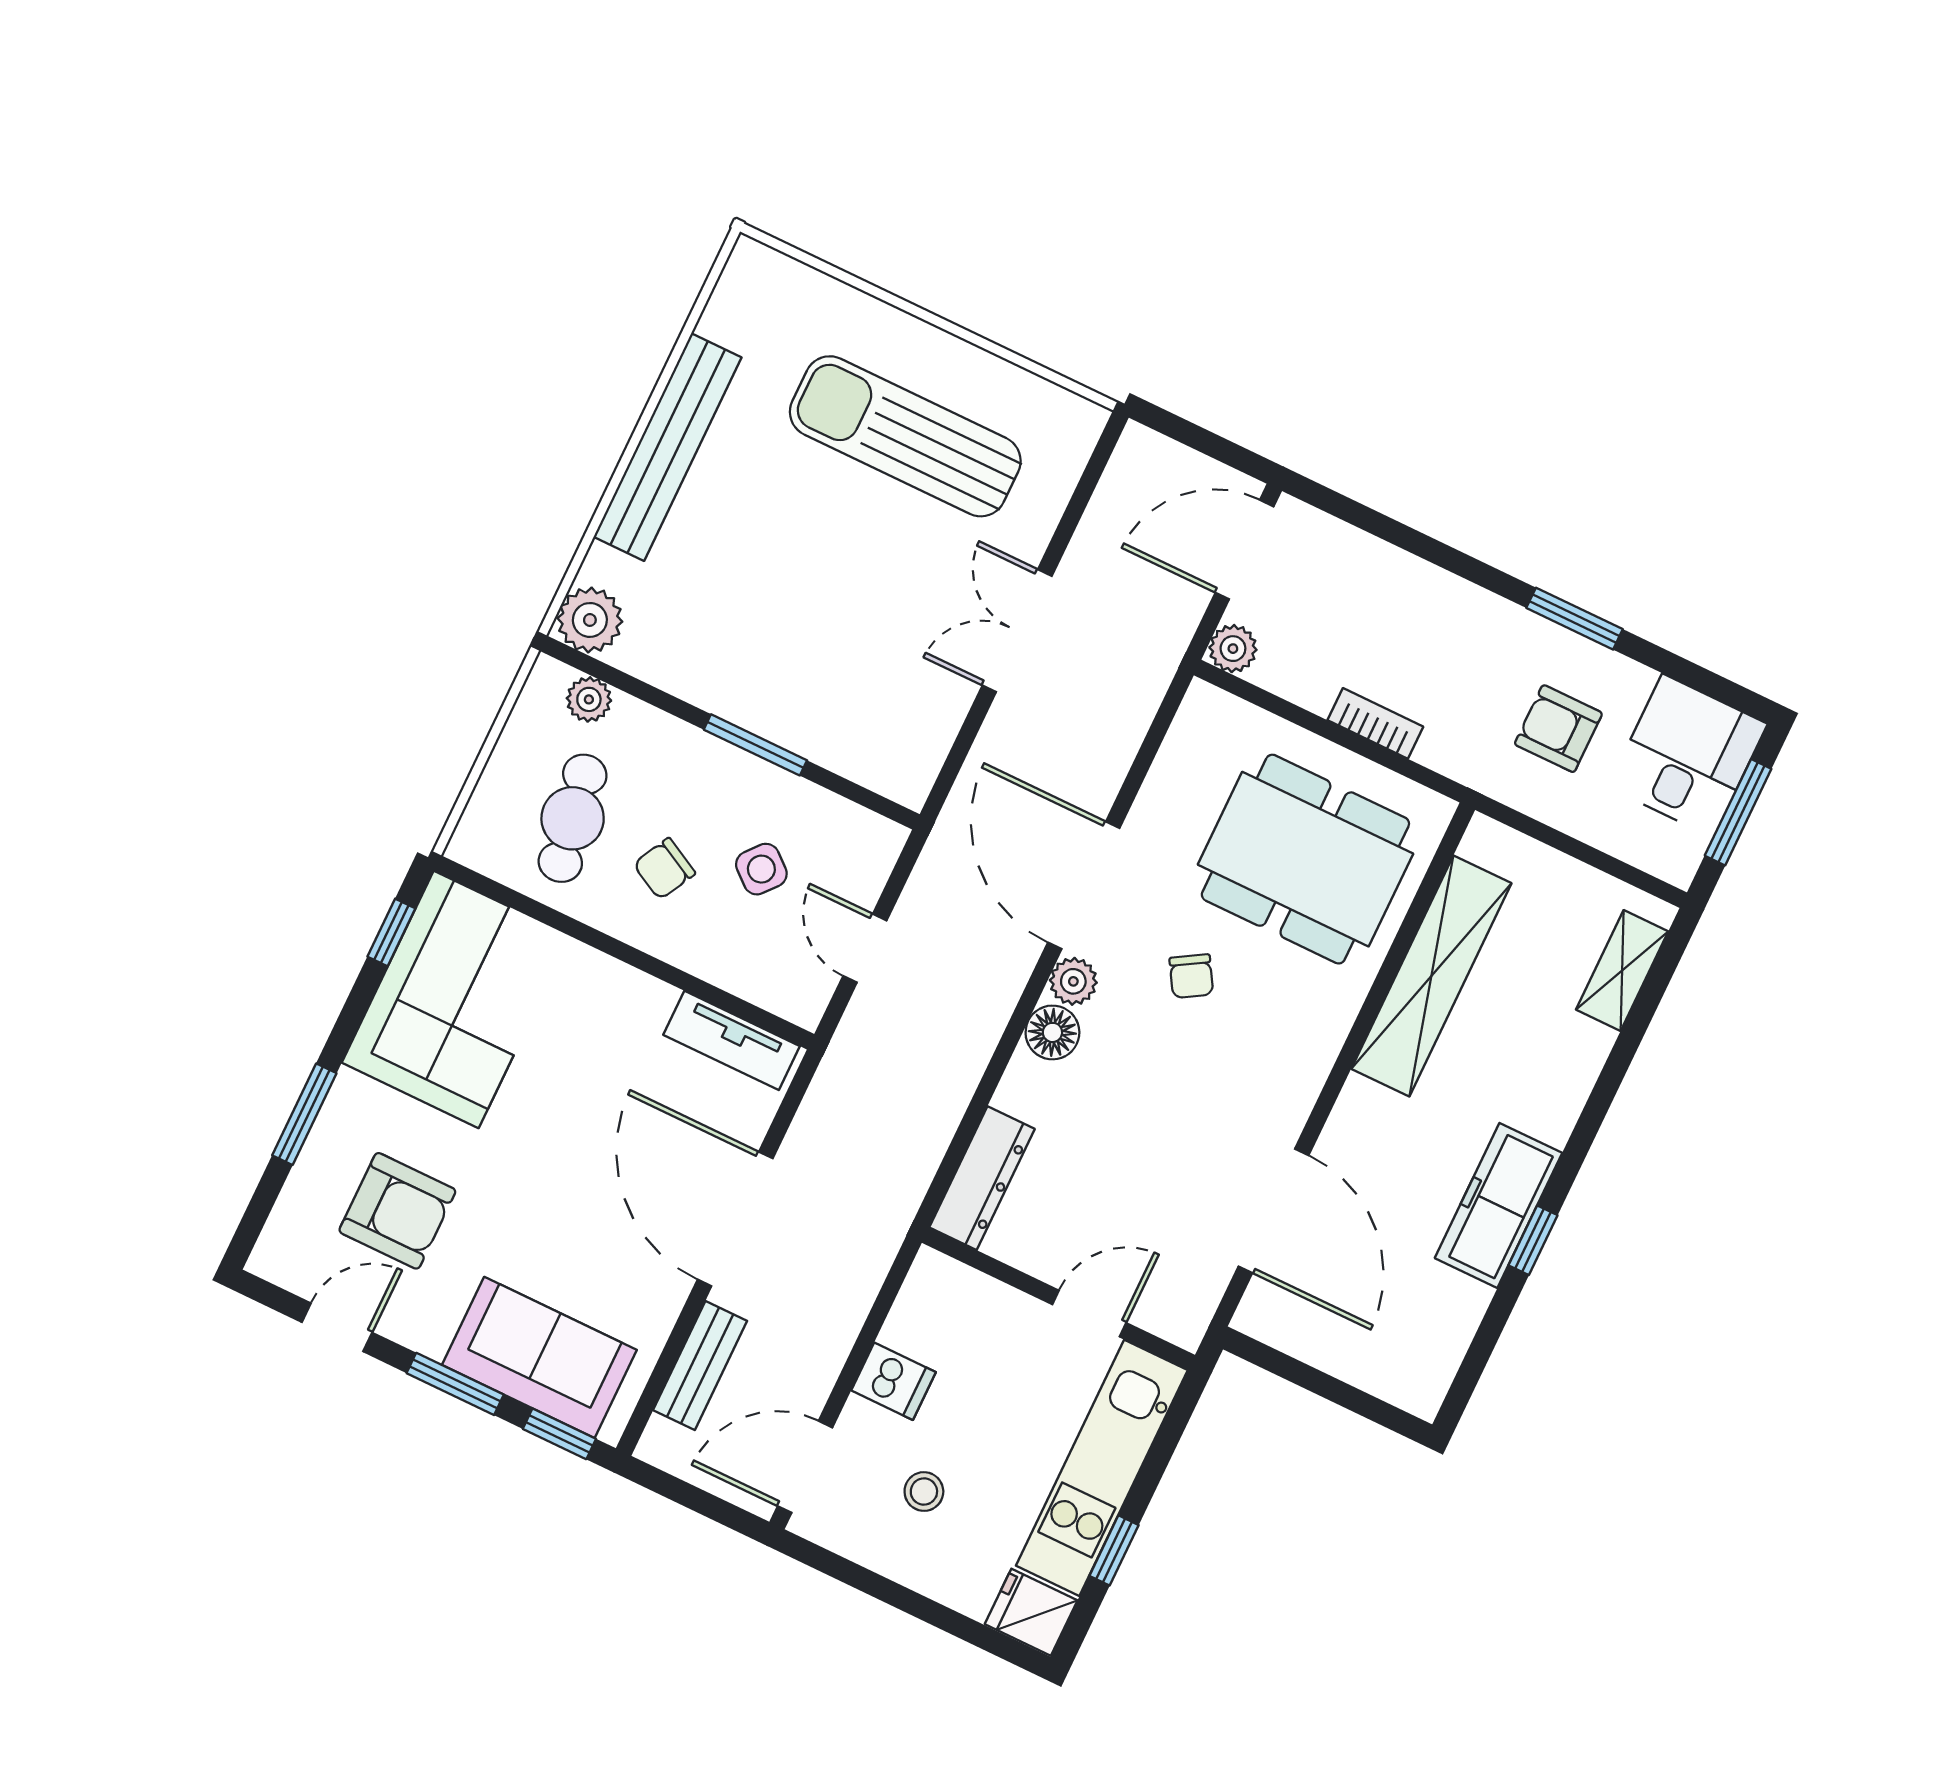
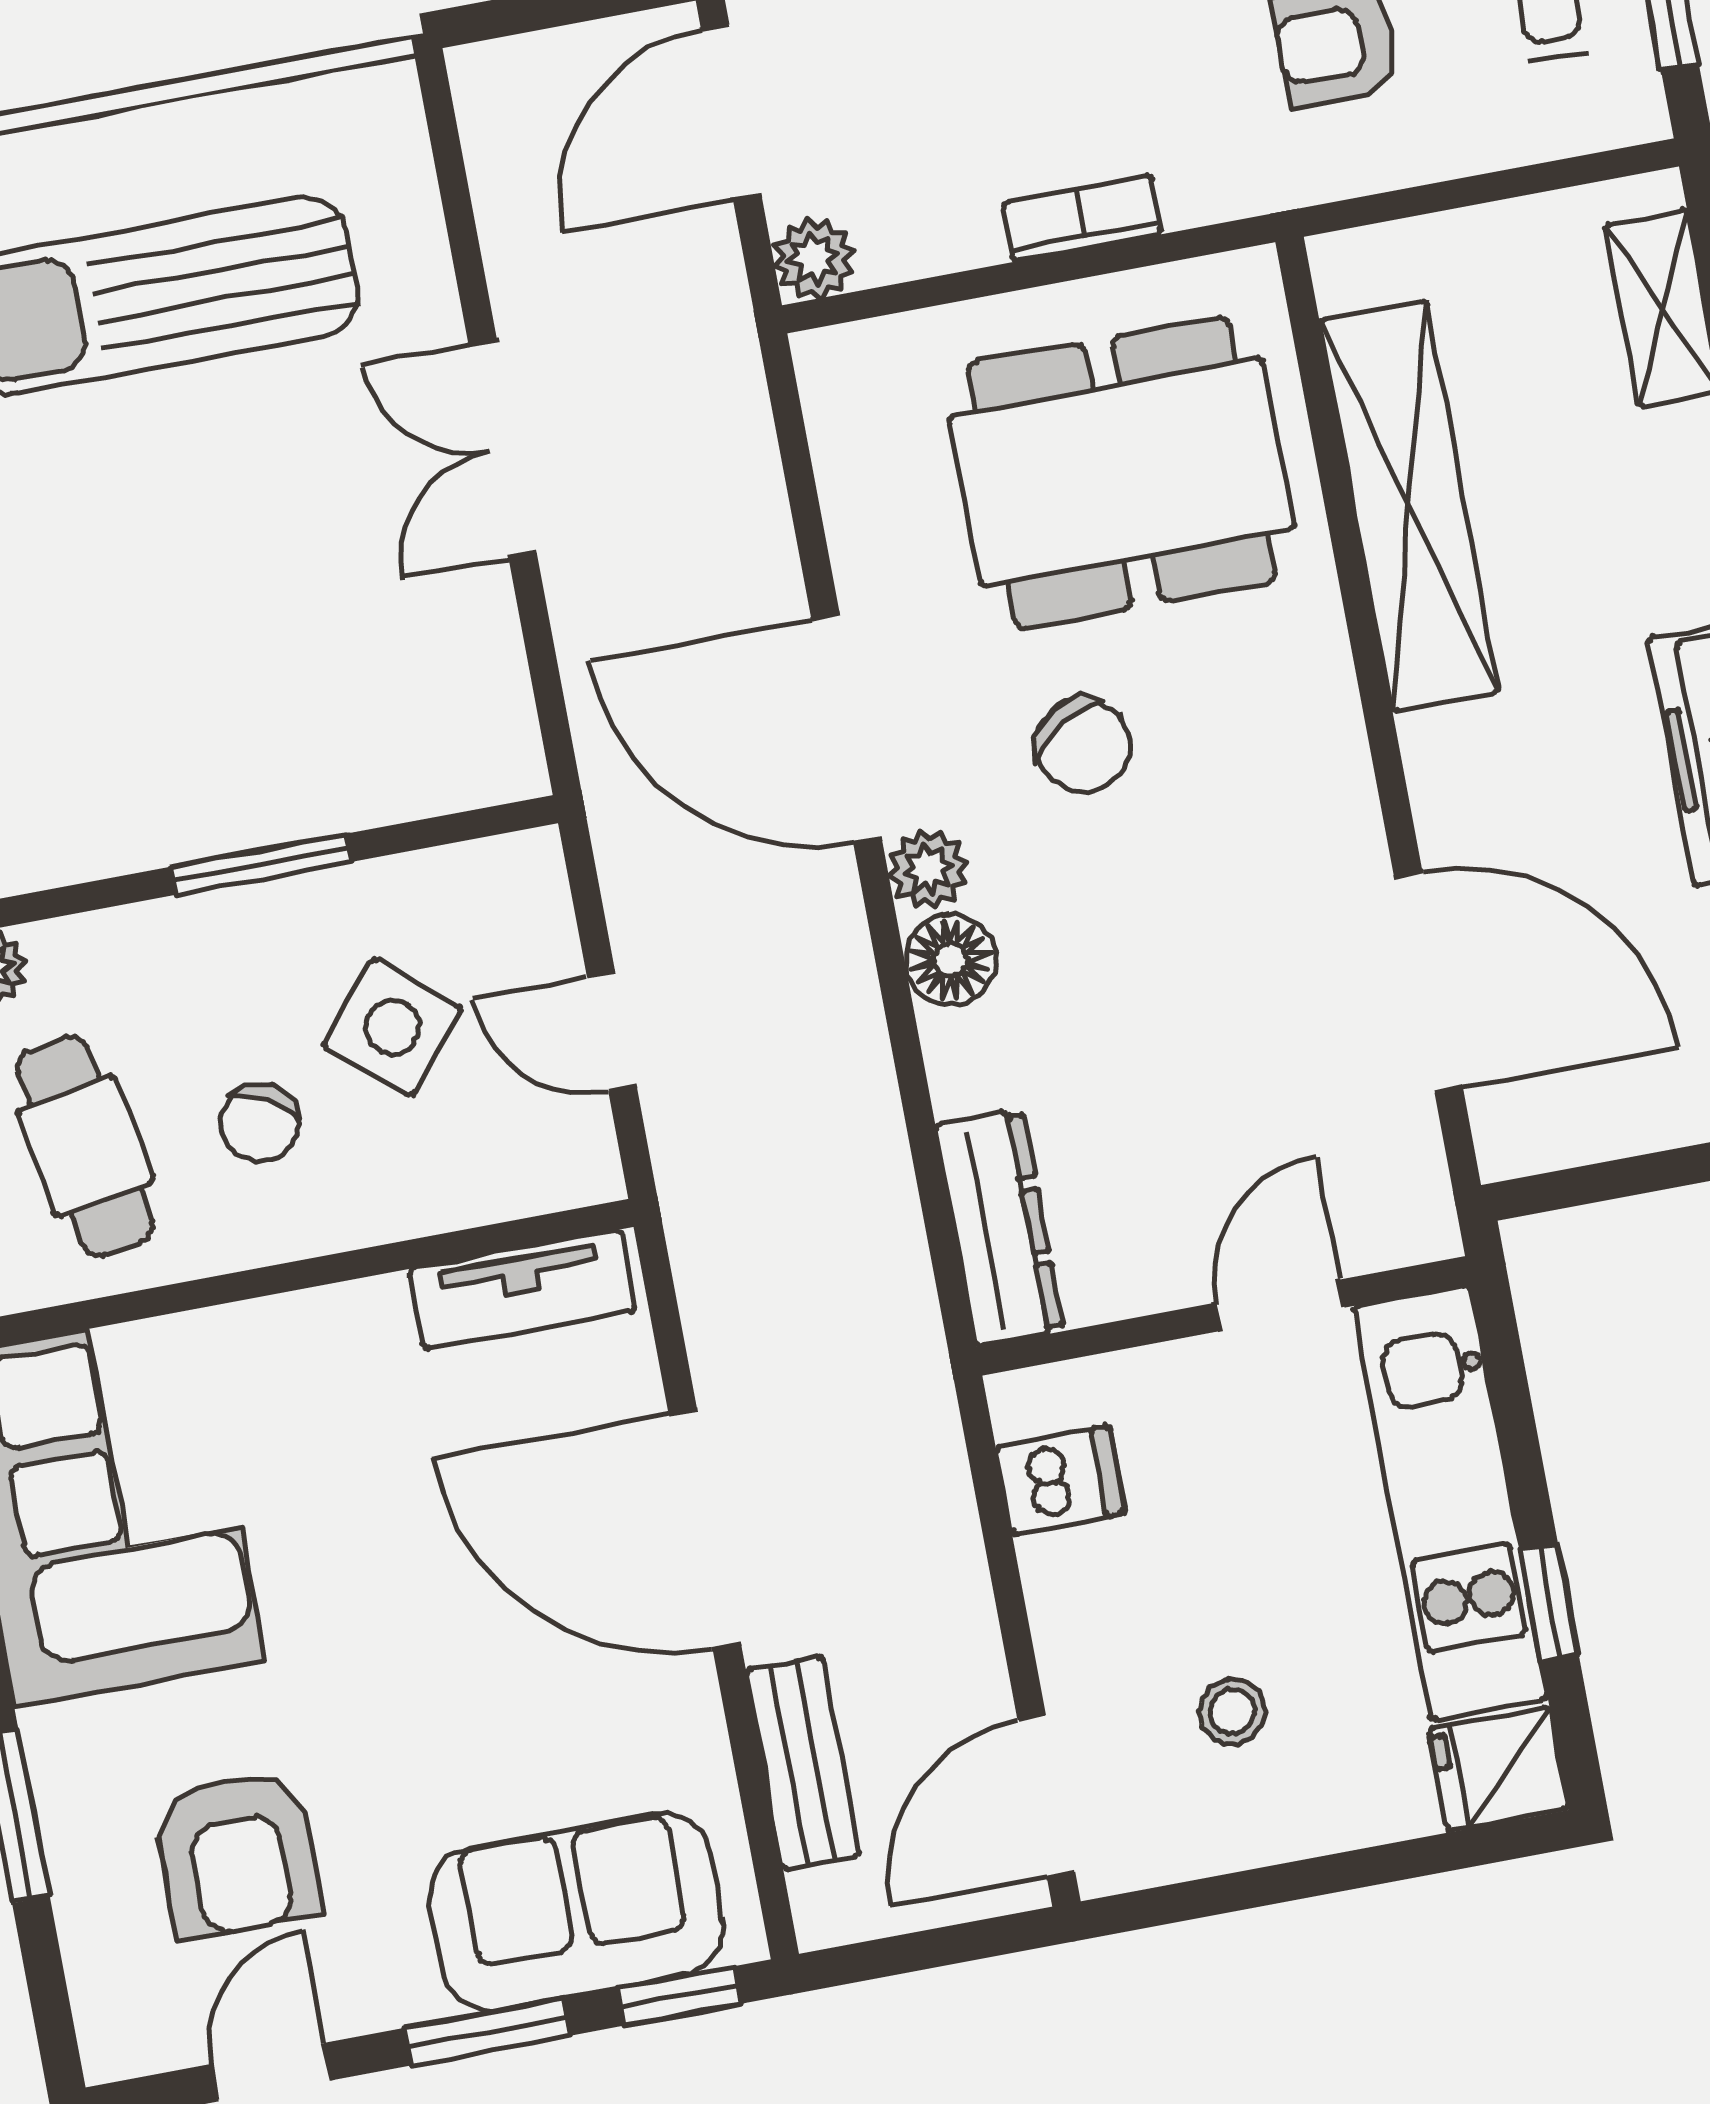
side table: (761, 869) -> (392, 1027), width x1.37, depth x1.37
chair: (1191, 976) -> (1083, 745), width x1.37, depth x1.37
armchair: (397, 1211) -> (238, 1854), turned 90
dishwasher: (893, 1381) -> (1061, 1480), moved

